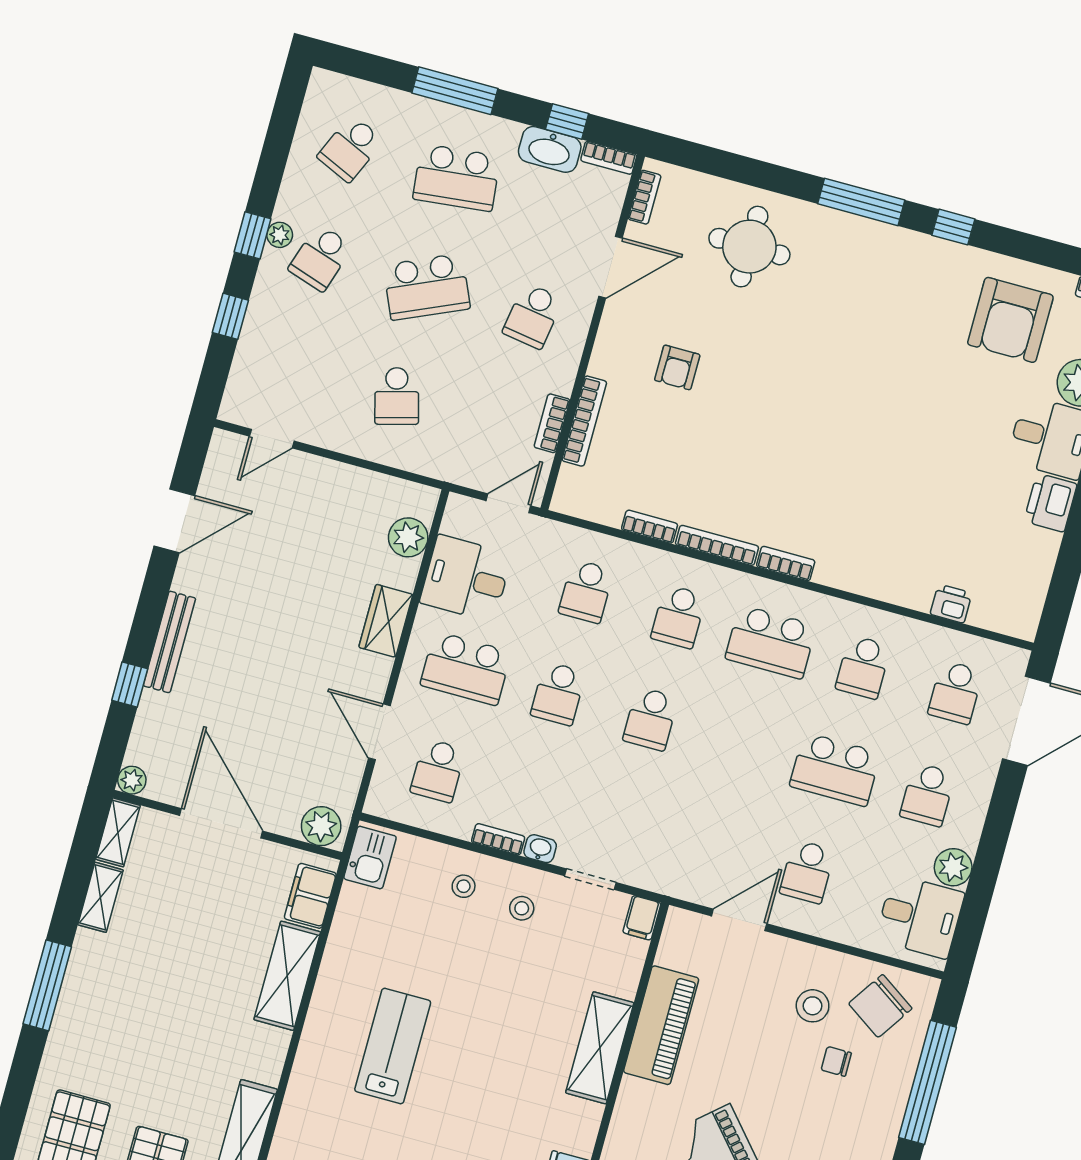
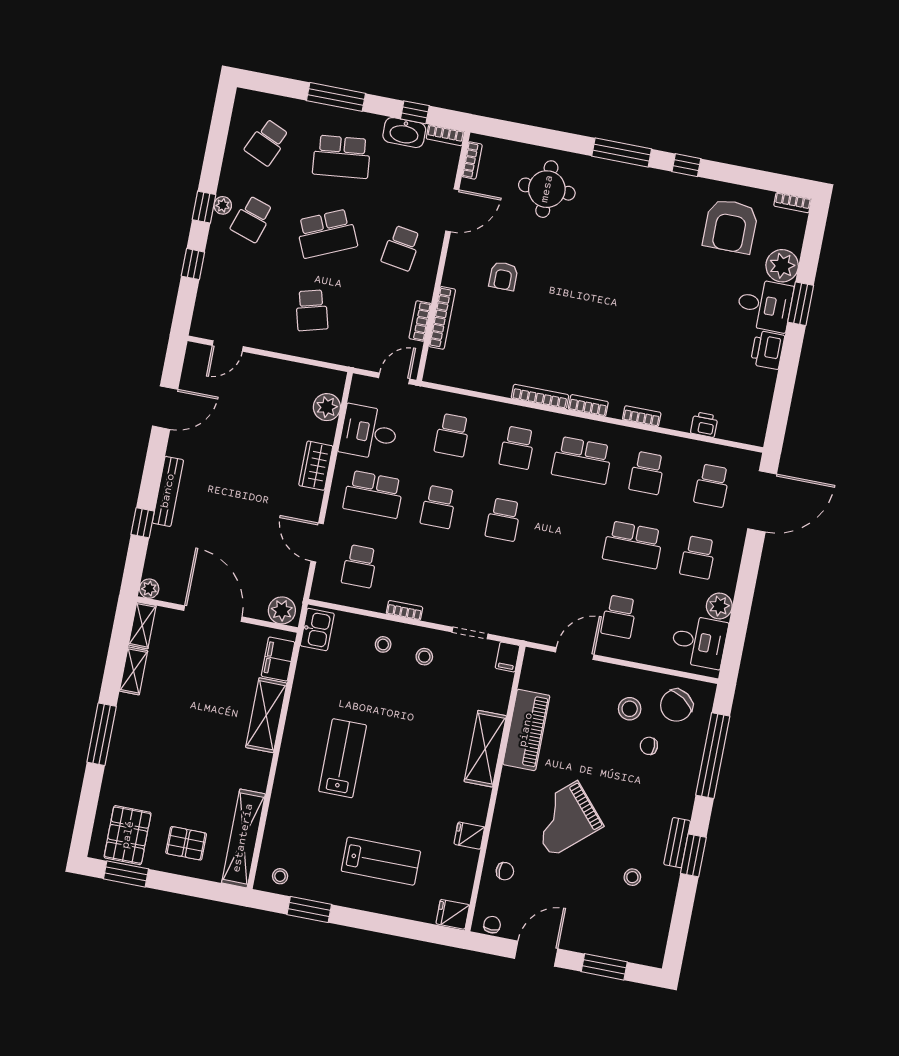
bookcase: (650, 527) -> (642, 416), moved
washbasin: (540, 849) -> (434, 615), removed

